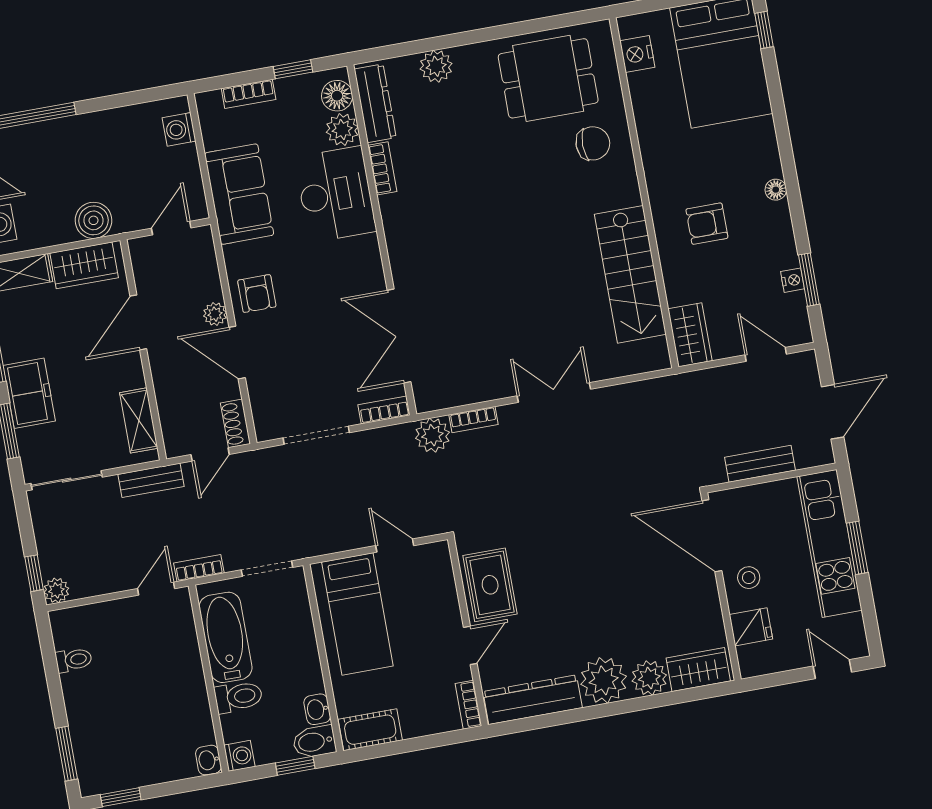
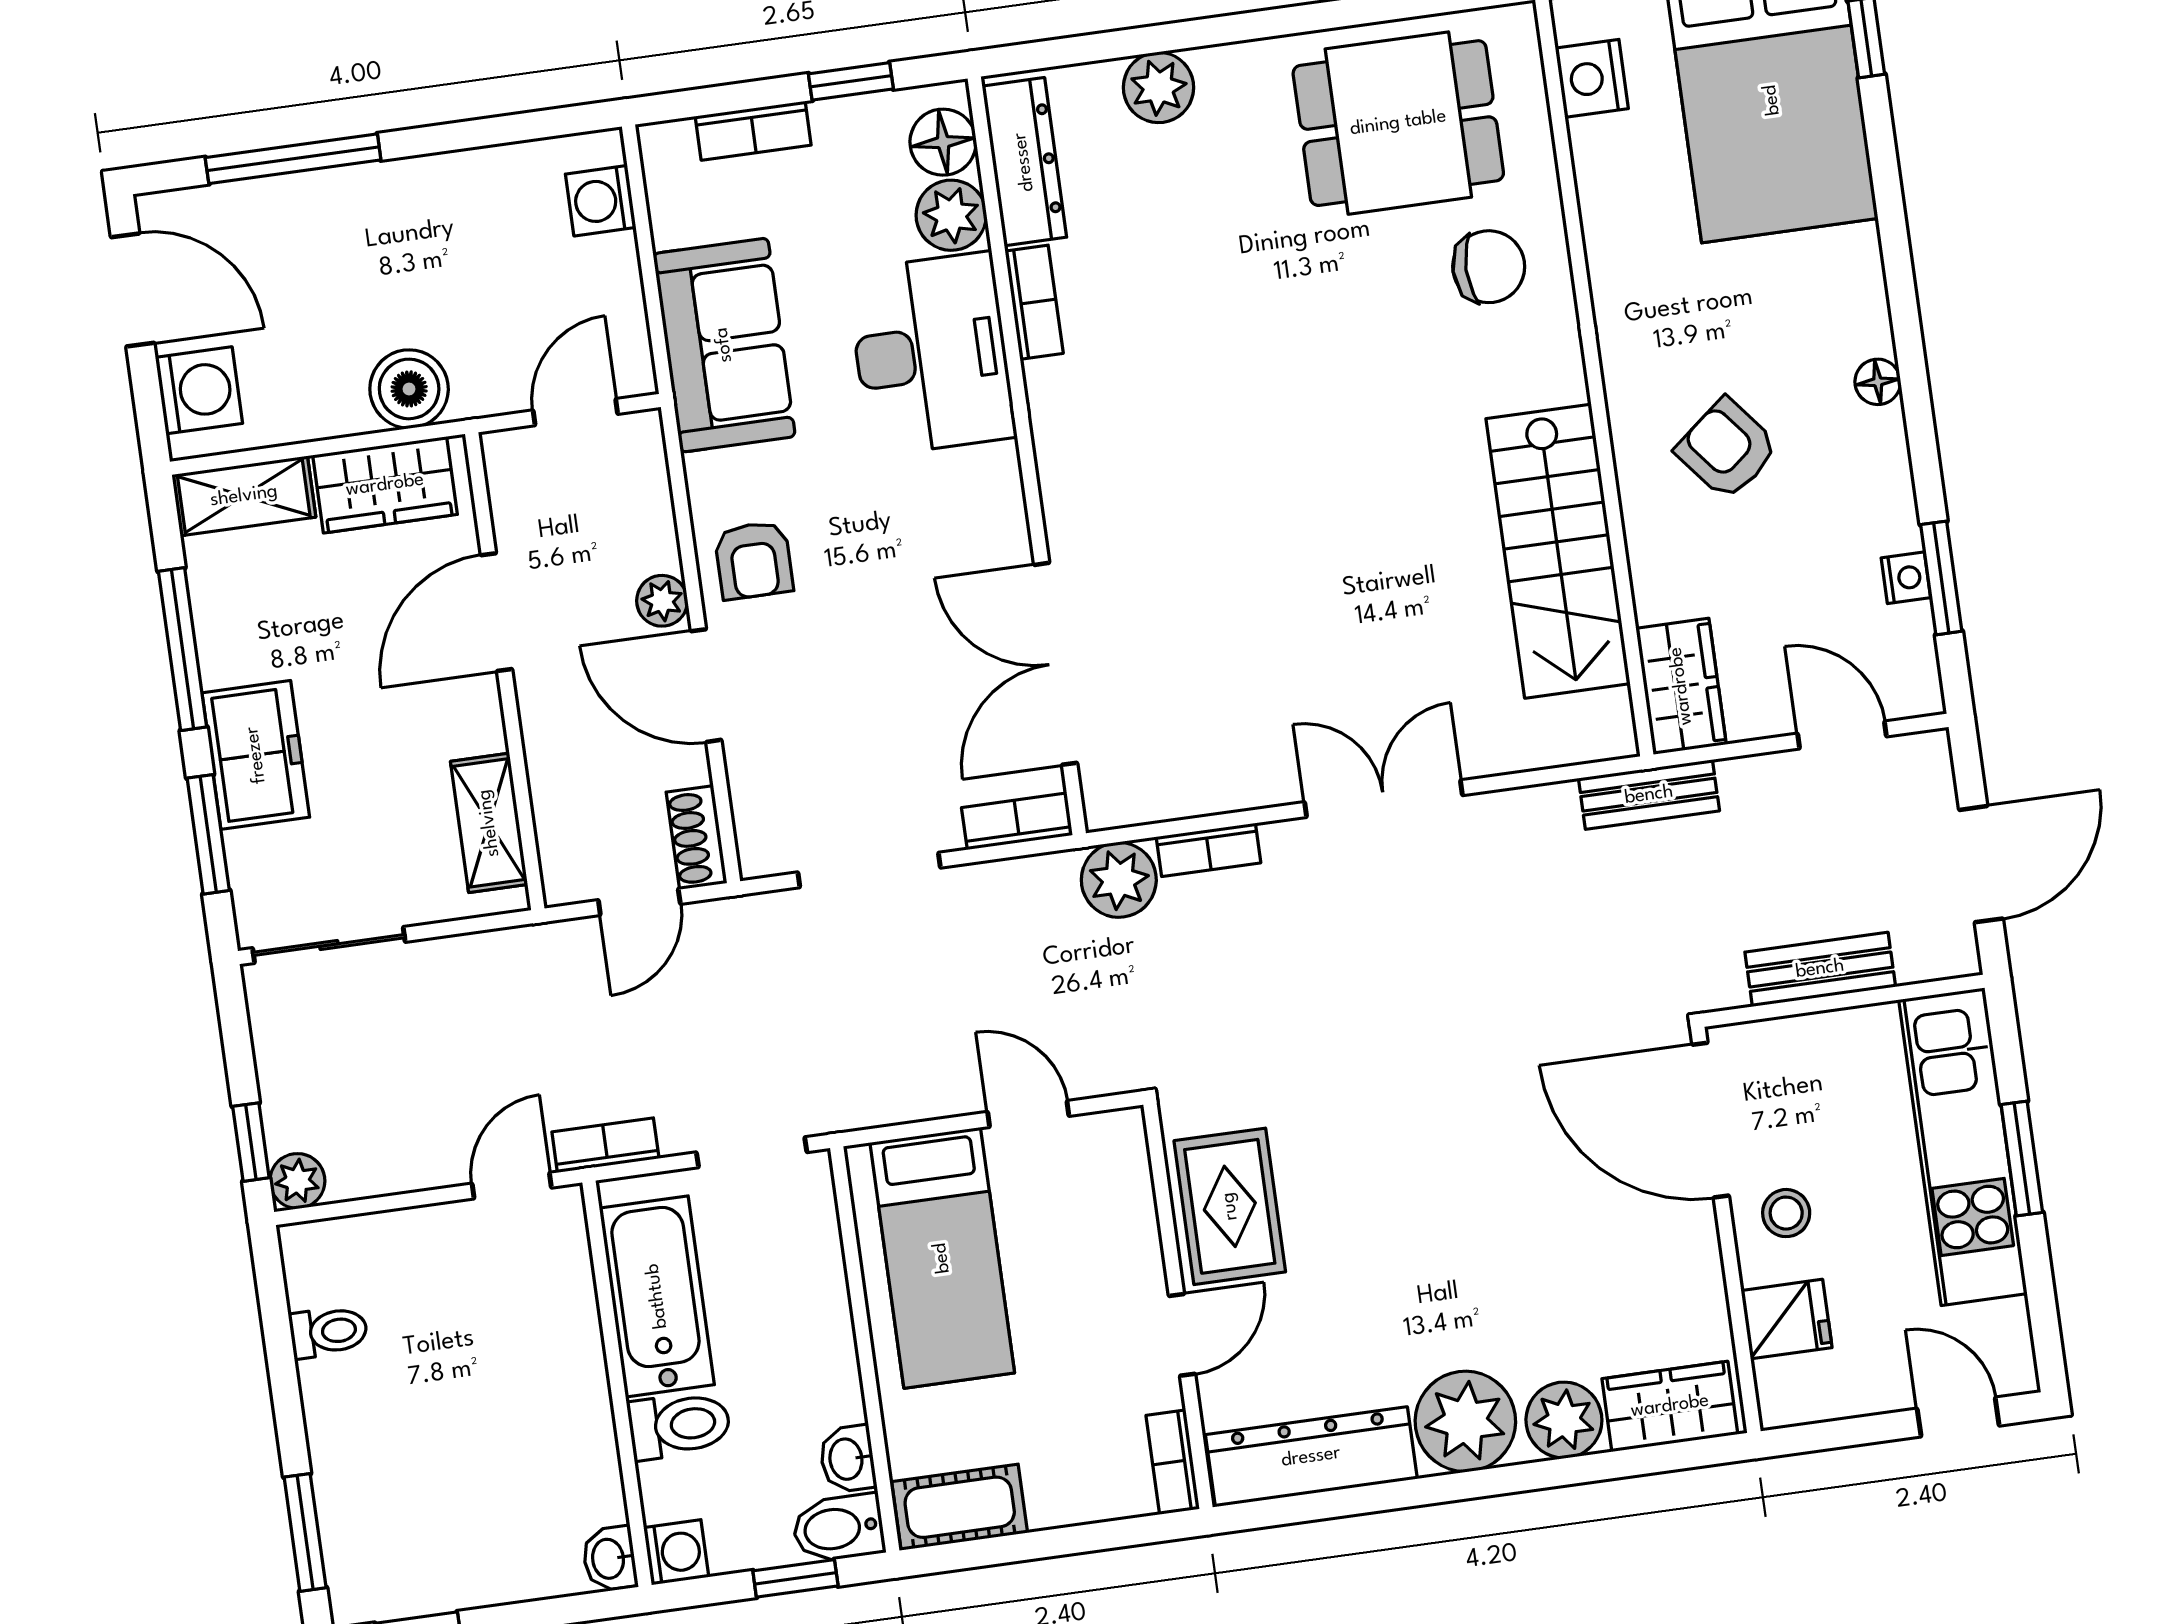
armchair: (707, 224) -> (1727, 449), turned 51
bench: (151, 480) -> (1649, 795), moved

